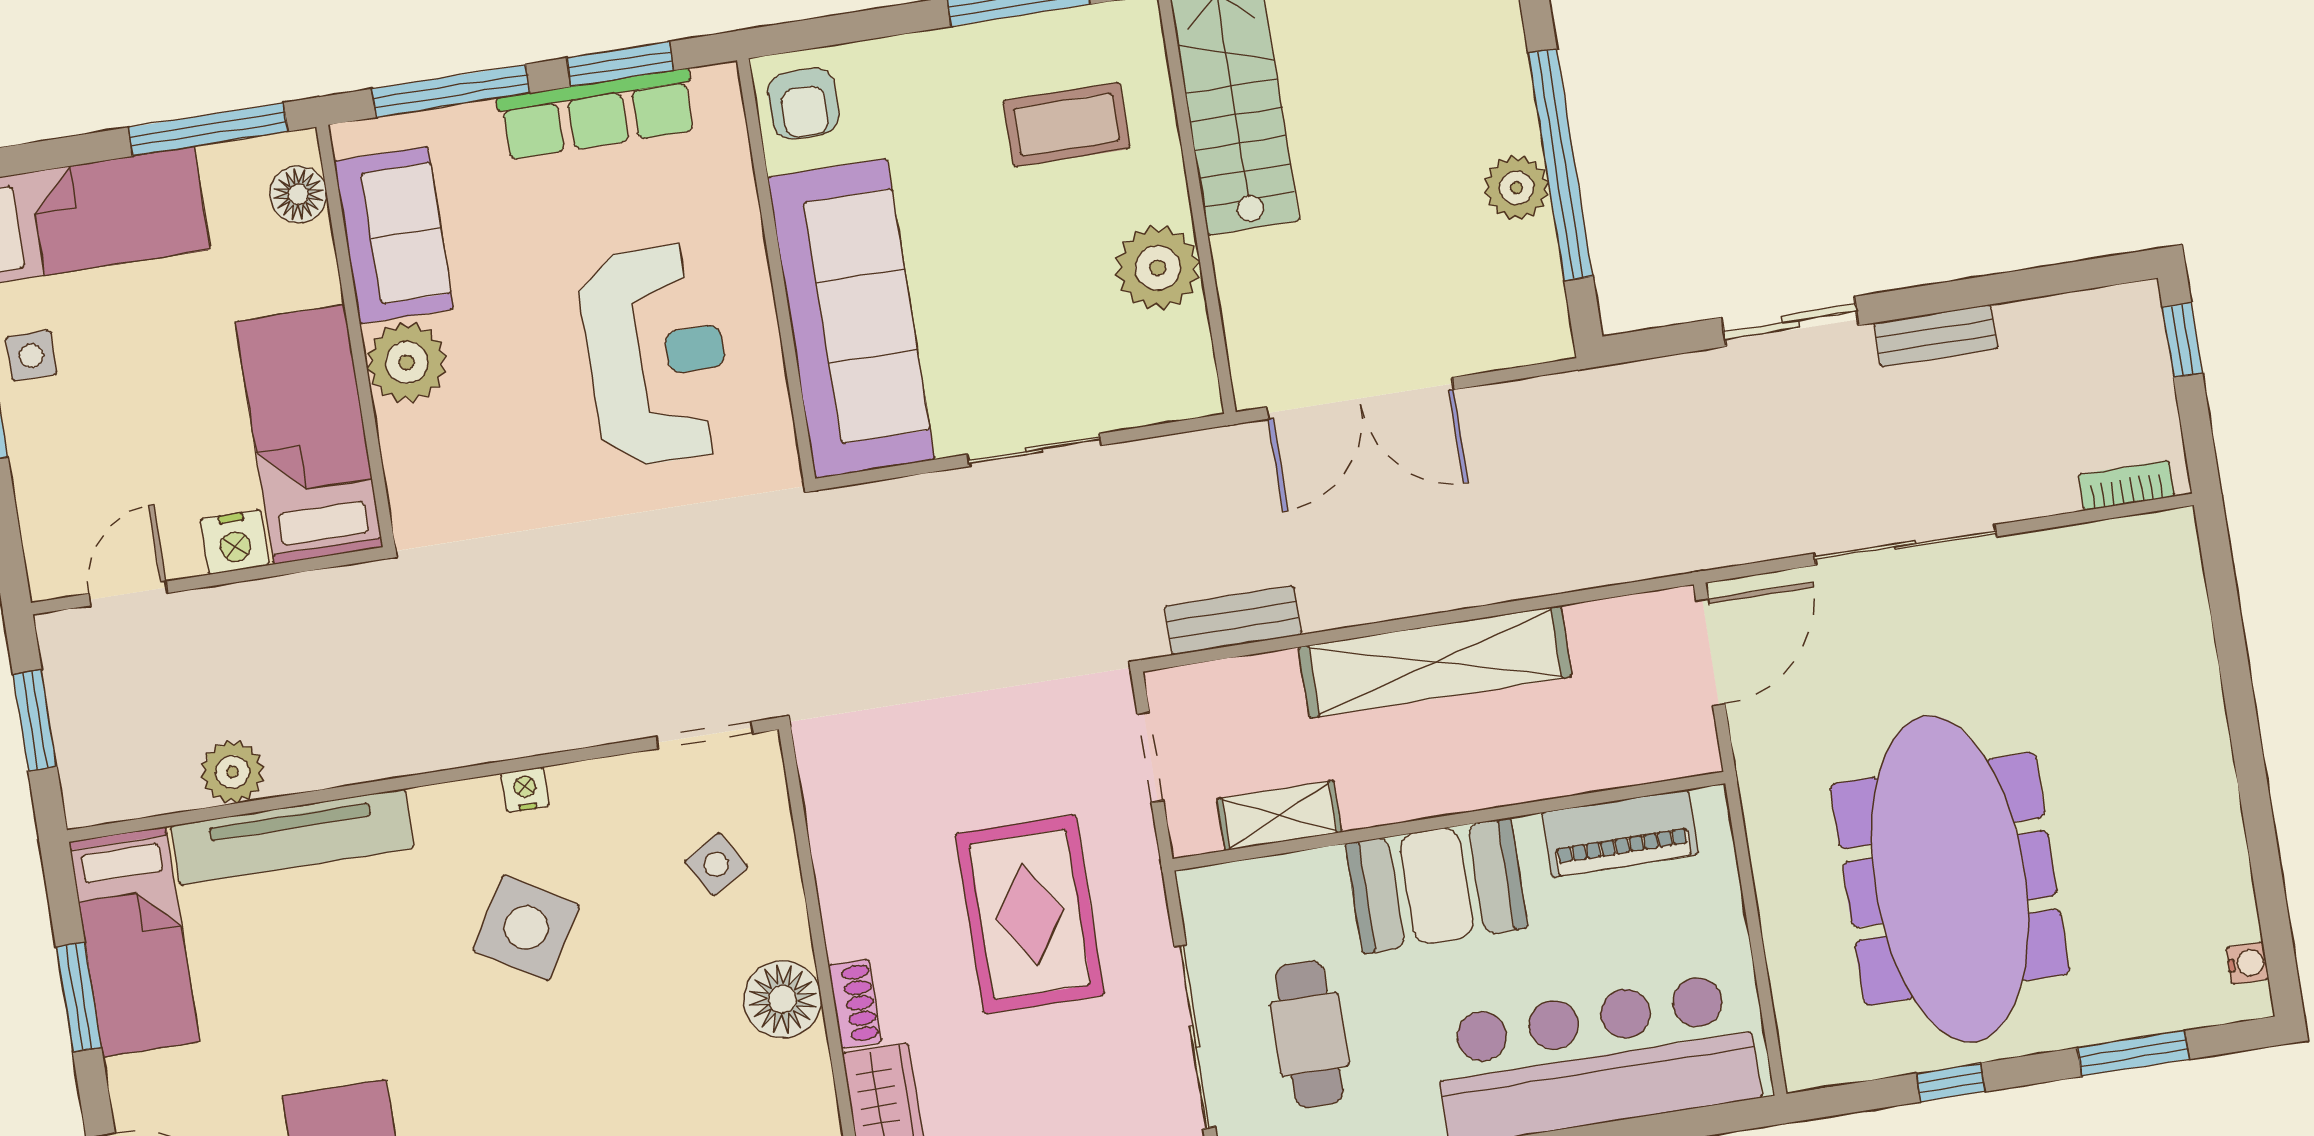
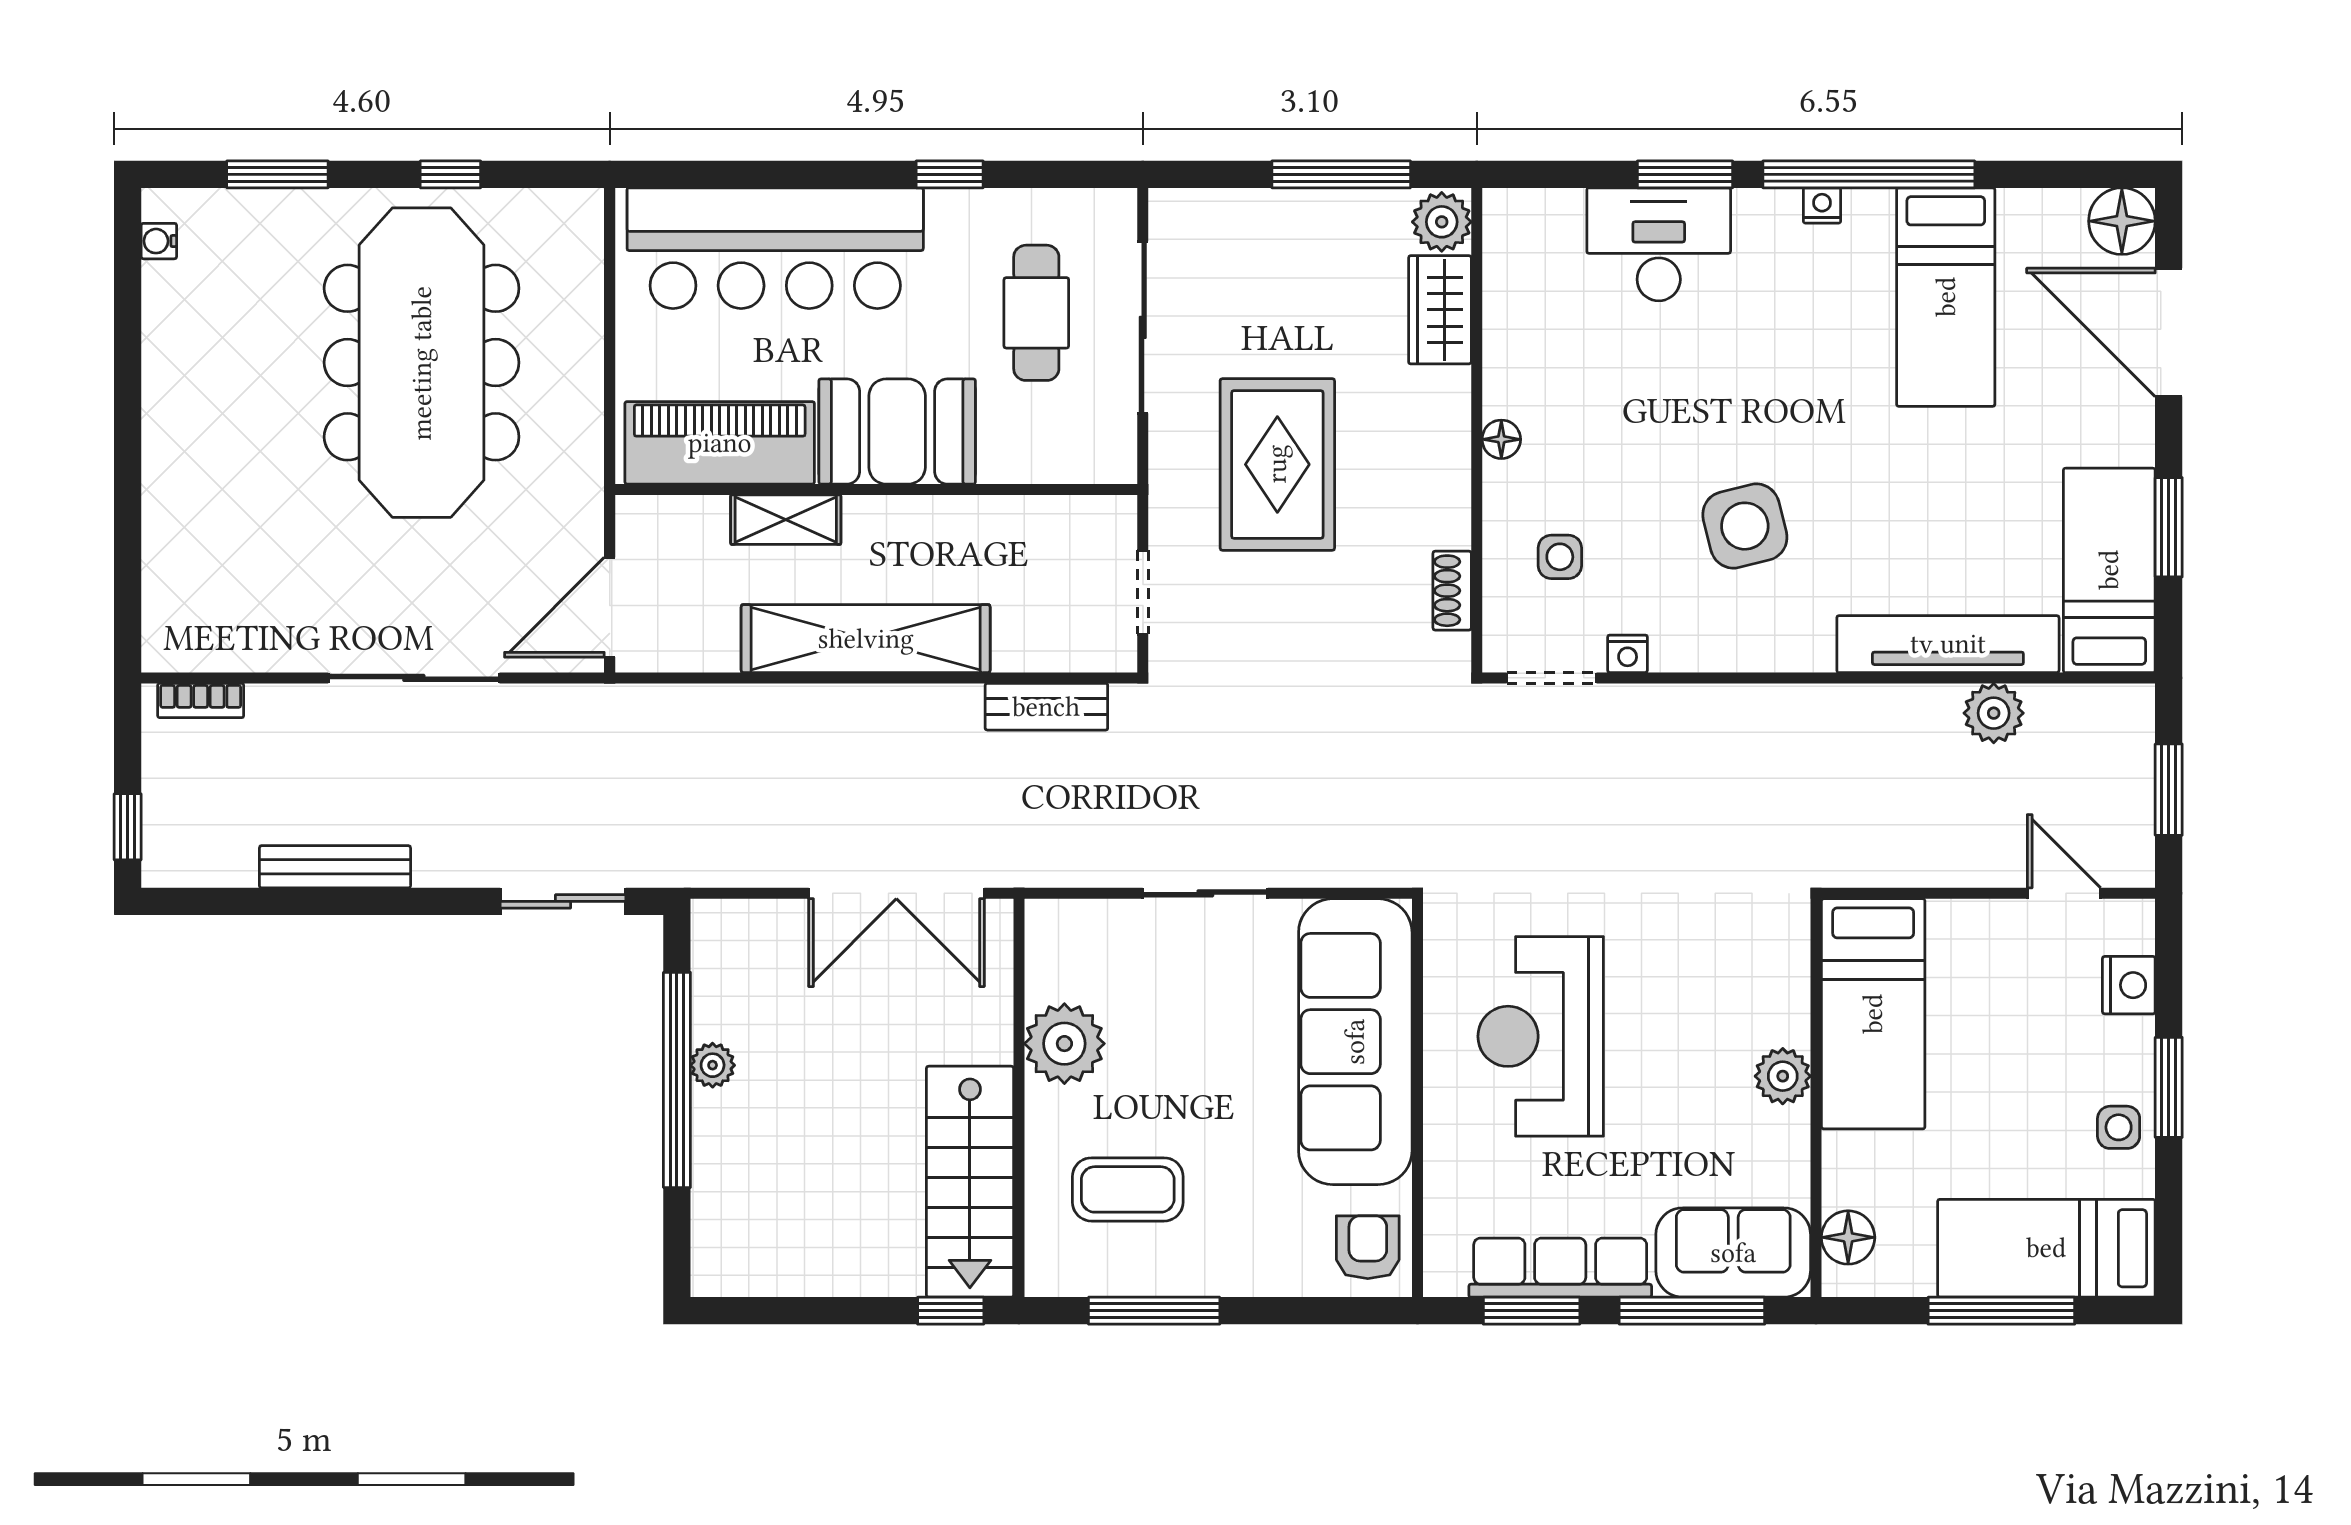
window: (208, 129) -> (2001, 1311), moved
plant: (1517, 188) -> (713, 1065), width x0.73, depth x0.73
sofa: (394, 235) -> (1733, 1253), moved, turned 90
sliding door: (1790, 321) -> (563, 901), moved
bench: (1936, 336) -> (335, 867), width x1.36
plant: (407, 362) -> (1783, 1076), width x0.73, depth x0.73
double door: (1360, 398) -> (896, 893), swing flipped
nightstand: (235, 542) -> (2129, 985), moved, turned 90
door: (128, 593) -> (2064, 893), swing flipped
nightstand: (525, 790) -> (1628, 654), moved
shelving: (1279, 815) -> (786, 520), moved
piano: (1620, 833) -> (720, 443), width x1.37, depth x1.33
side table: (716, 864) -> (1560, 557), turned 31
side table: (526, 928) -> (1745, 526), turned 45
floor lamp: (783, 999) -> (1501, 439), width x0.53, depth x0.53
shoe rack: (855, 1004) -> (1452, 591), moved

